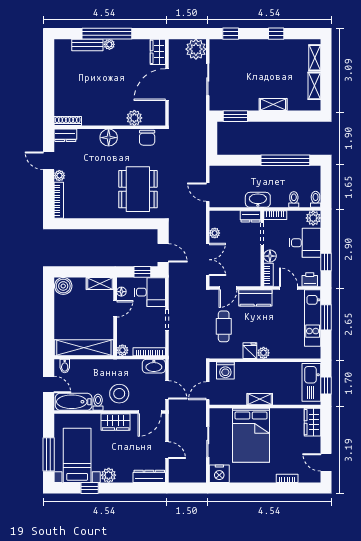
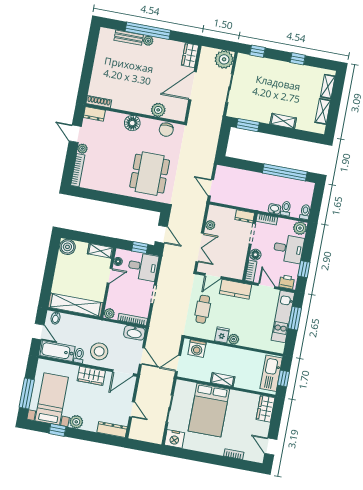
washbasin: (258, 200) -> (274, 209), moved, width x0.52, depth x0.69

